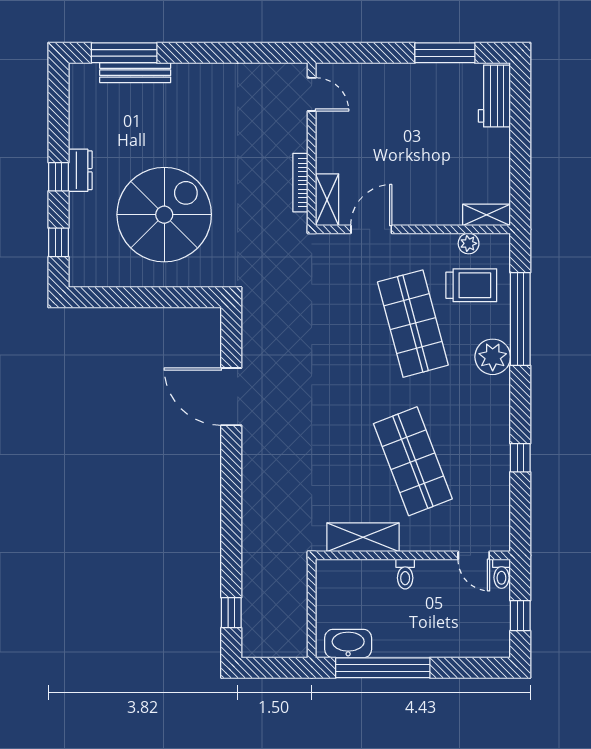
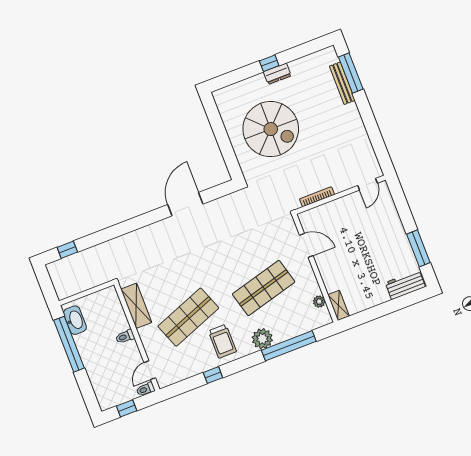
shelving: (327, 200) -> (313, 215), removed
window: (58, 242) -> (233, 77), removed
trolley: (471, 285) -> (222, 341), moved

